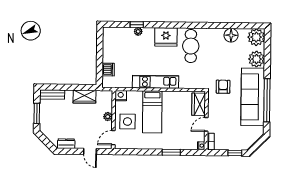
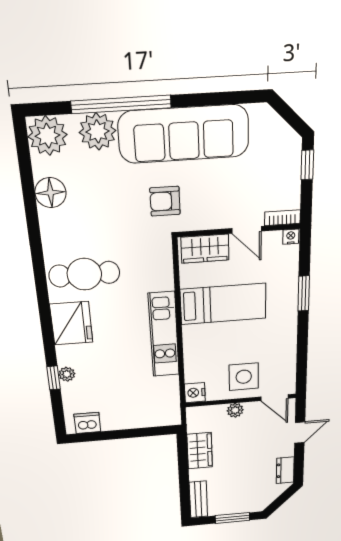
dishwasher: (108, 70) -> (87, 423), moved
window: (267, 100) -> (121, 104), moved
bed: (152, 112) -> (223, 304), moved

